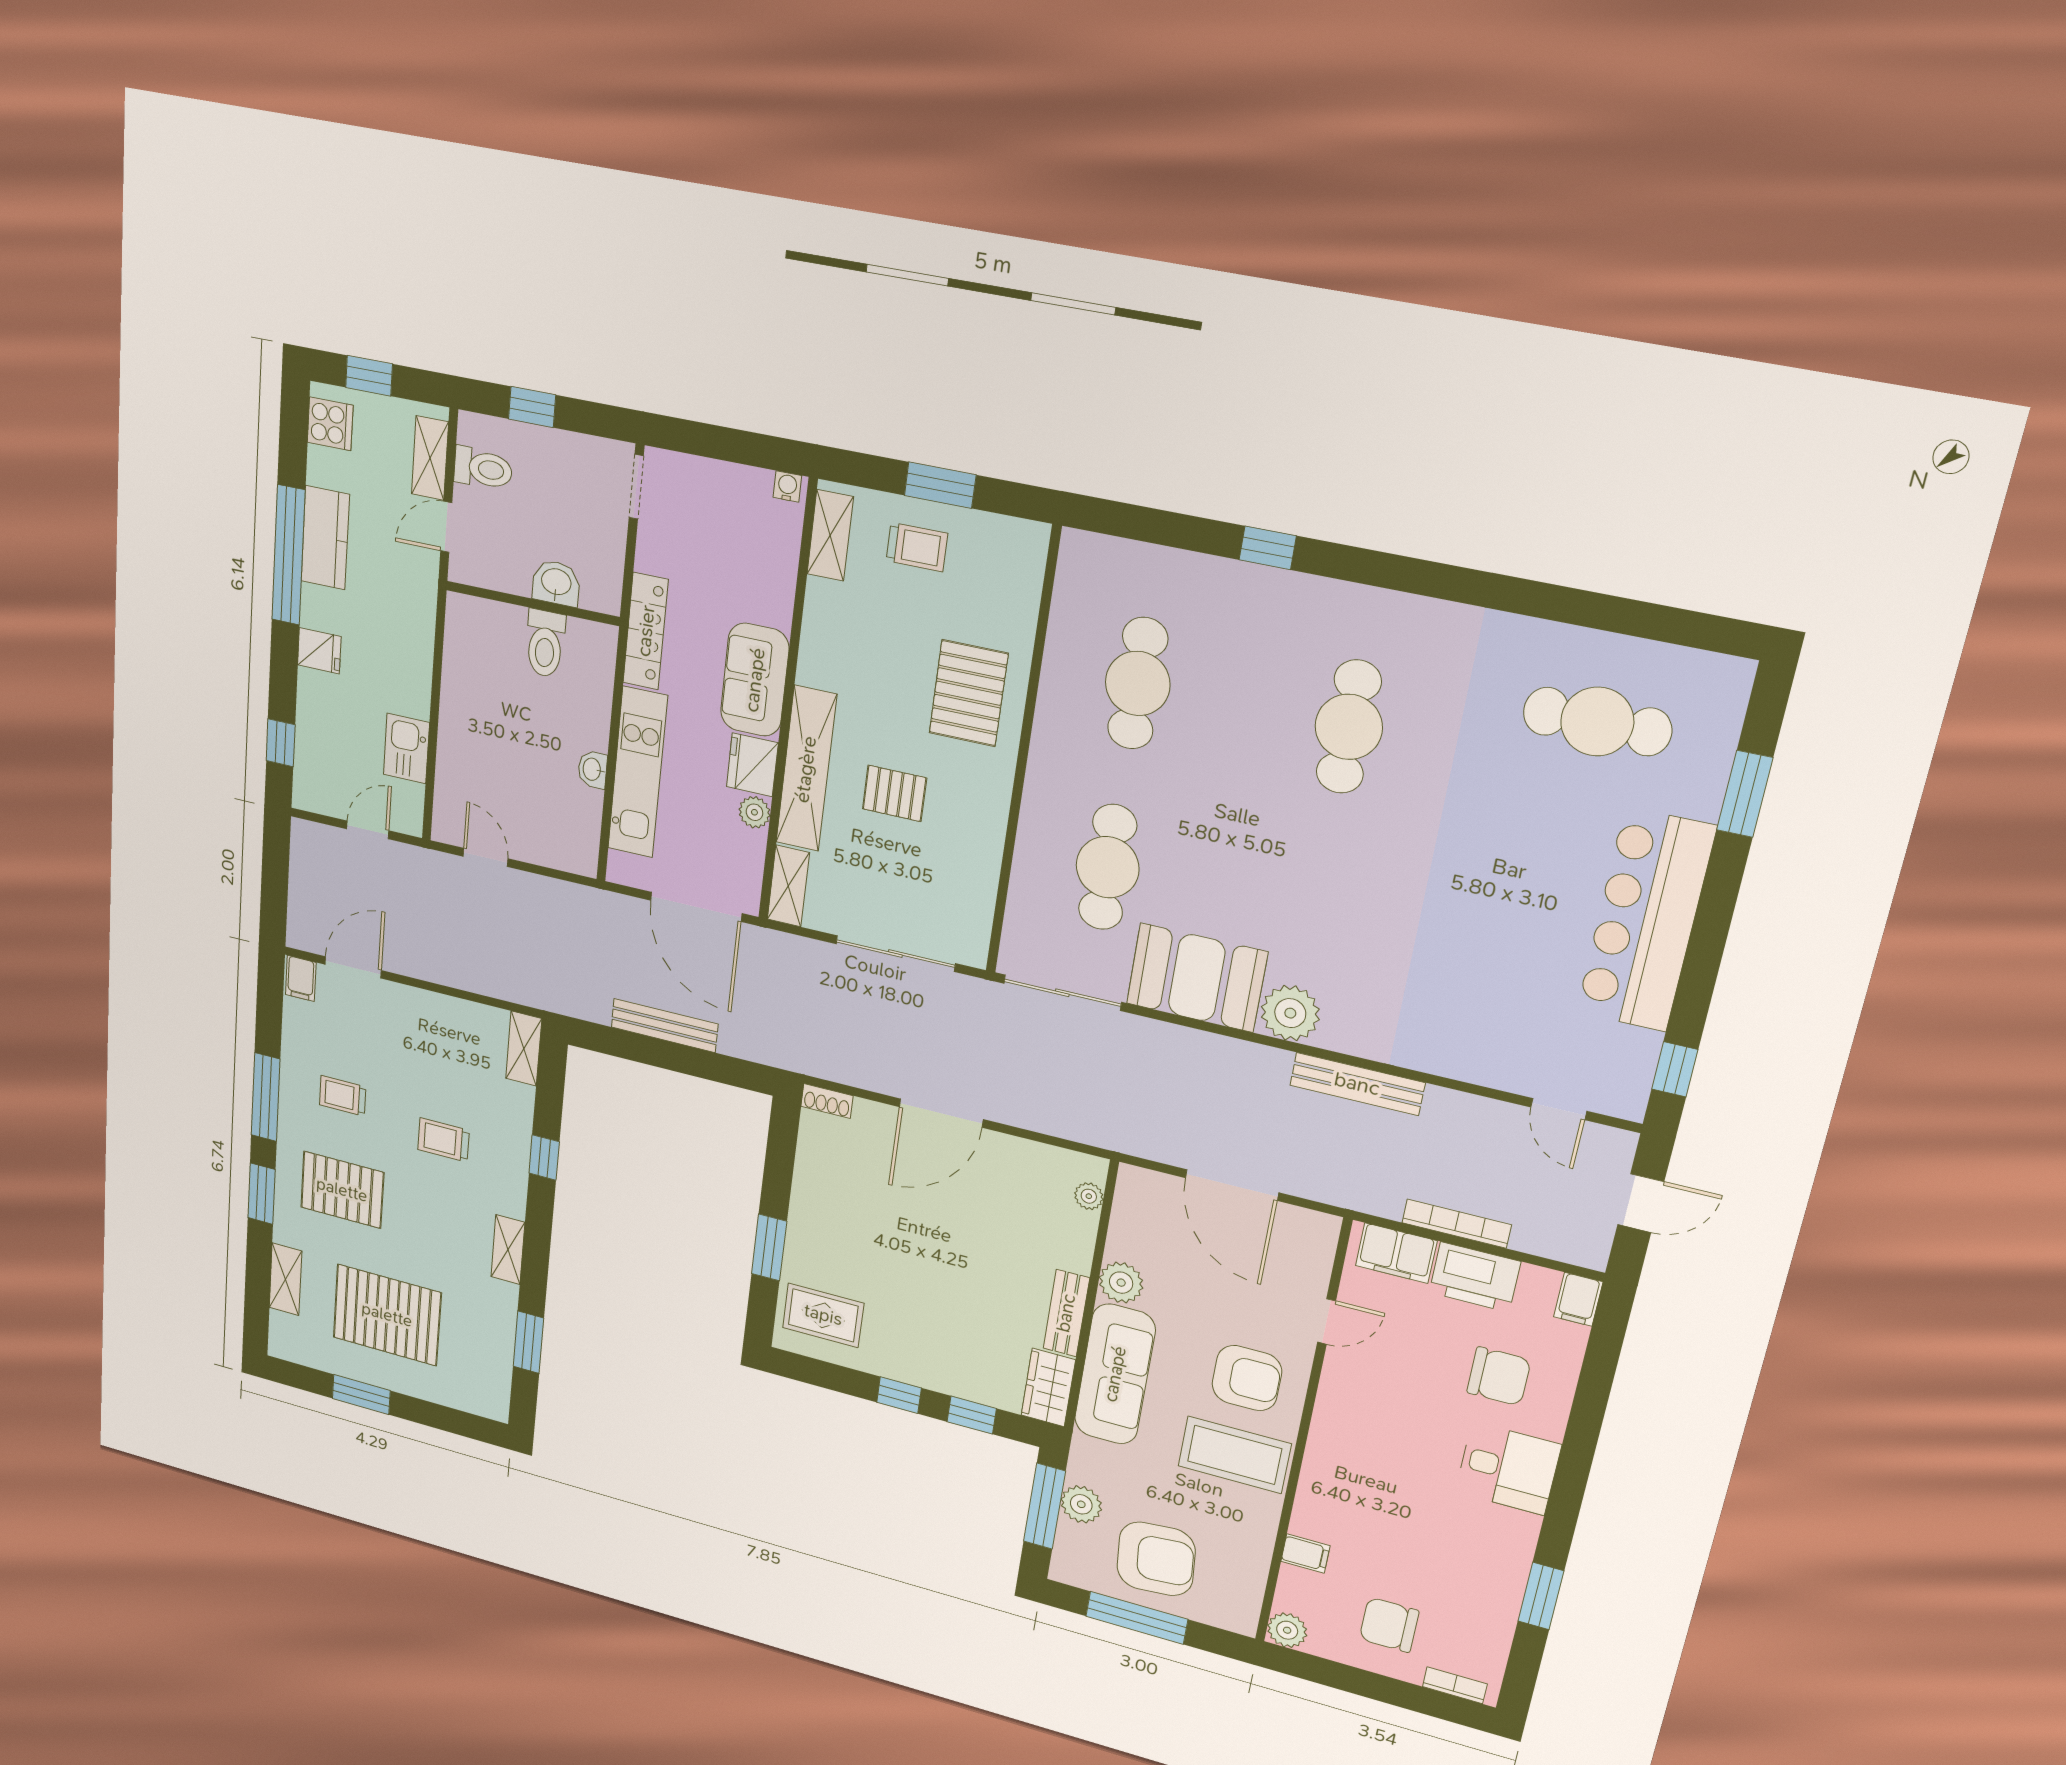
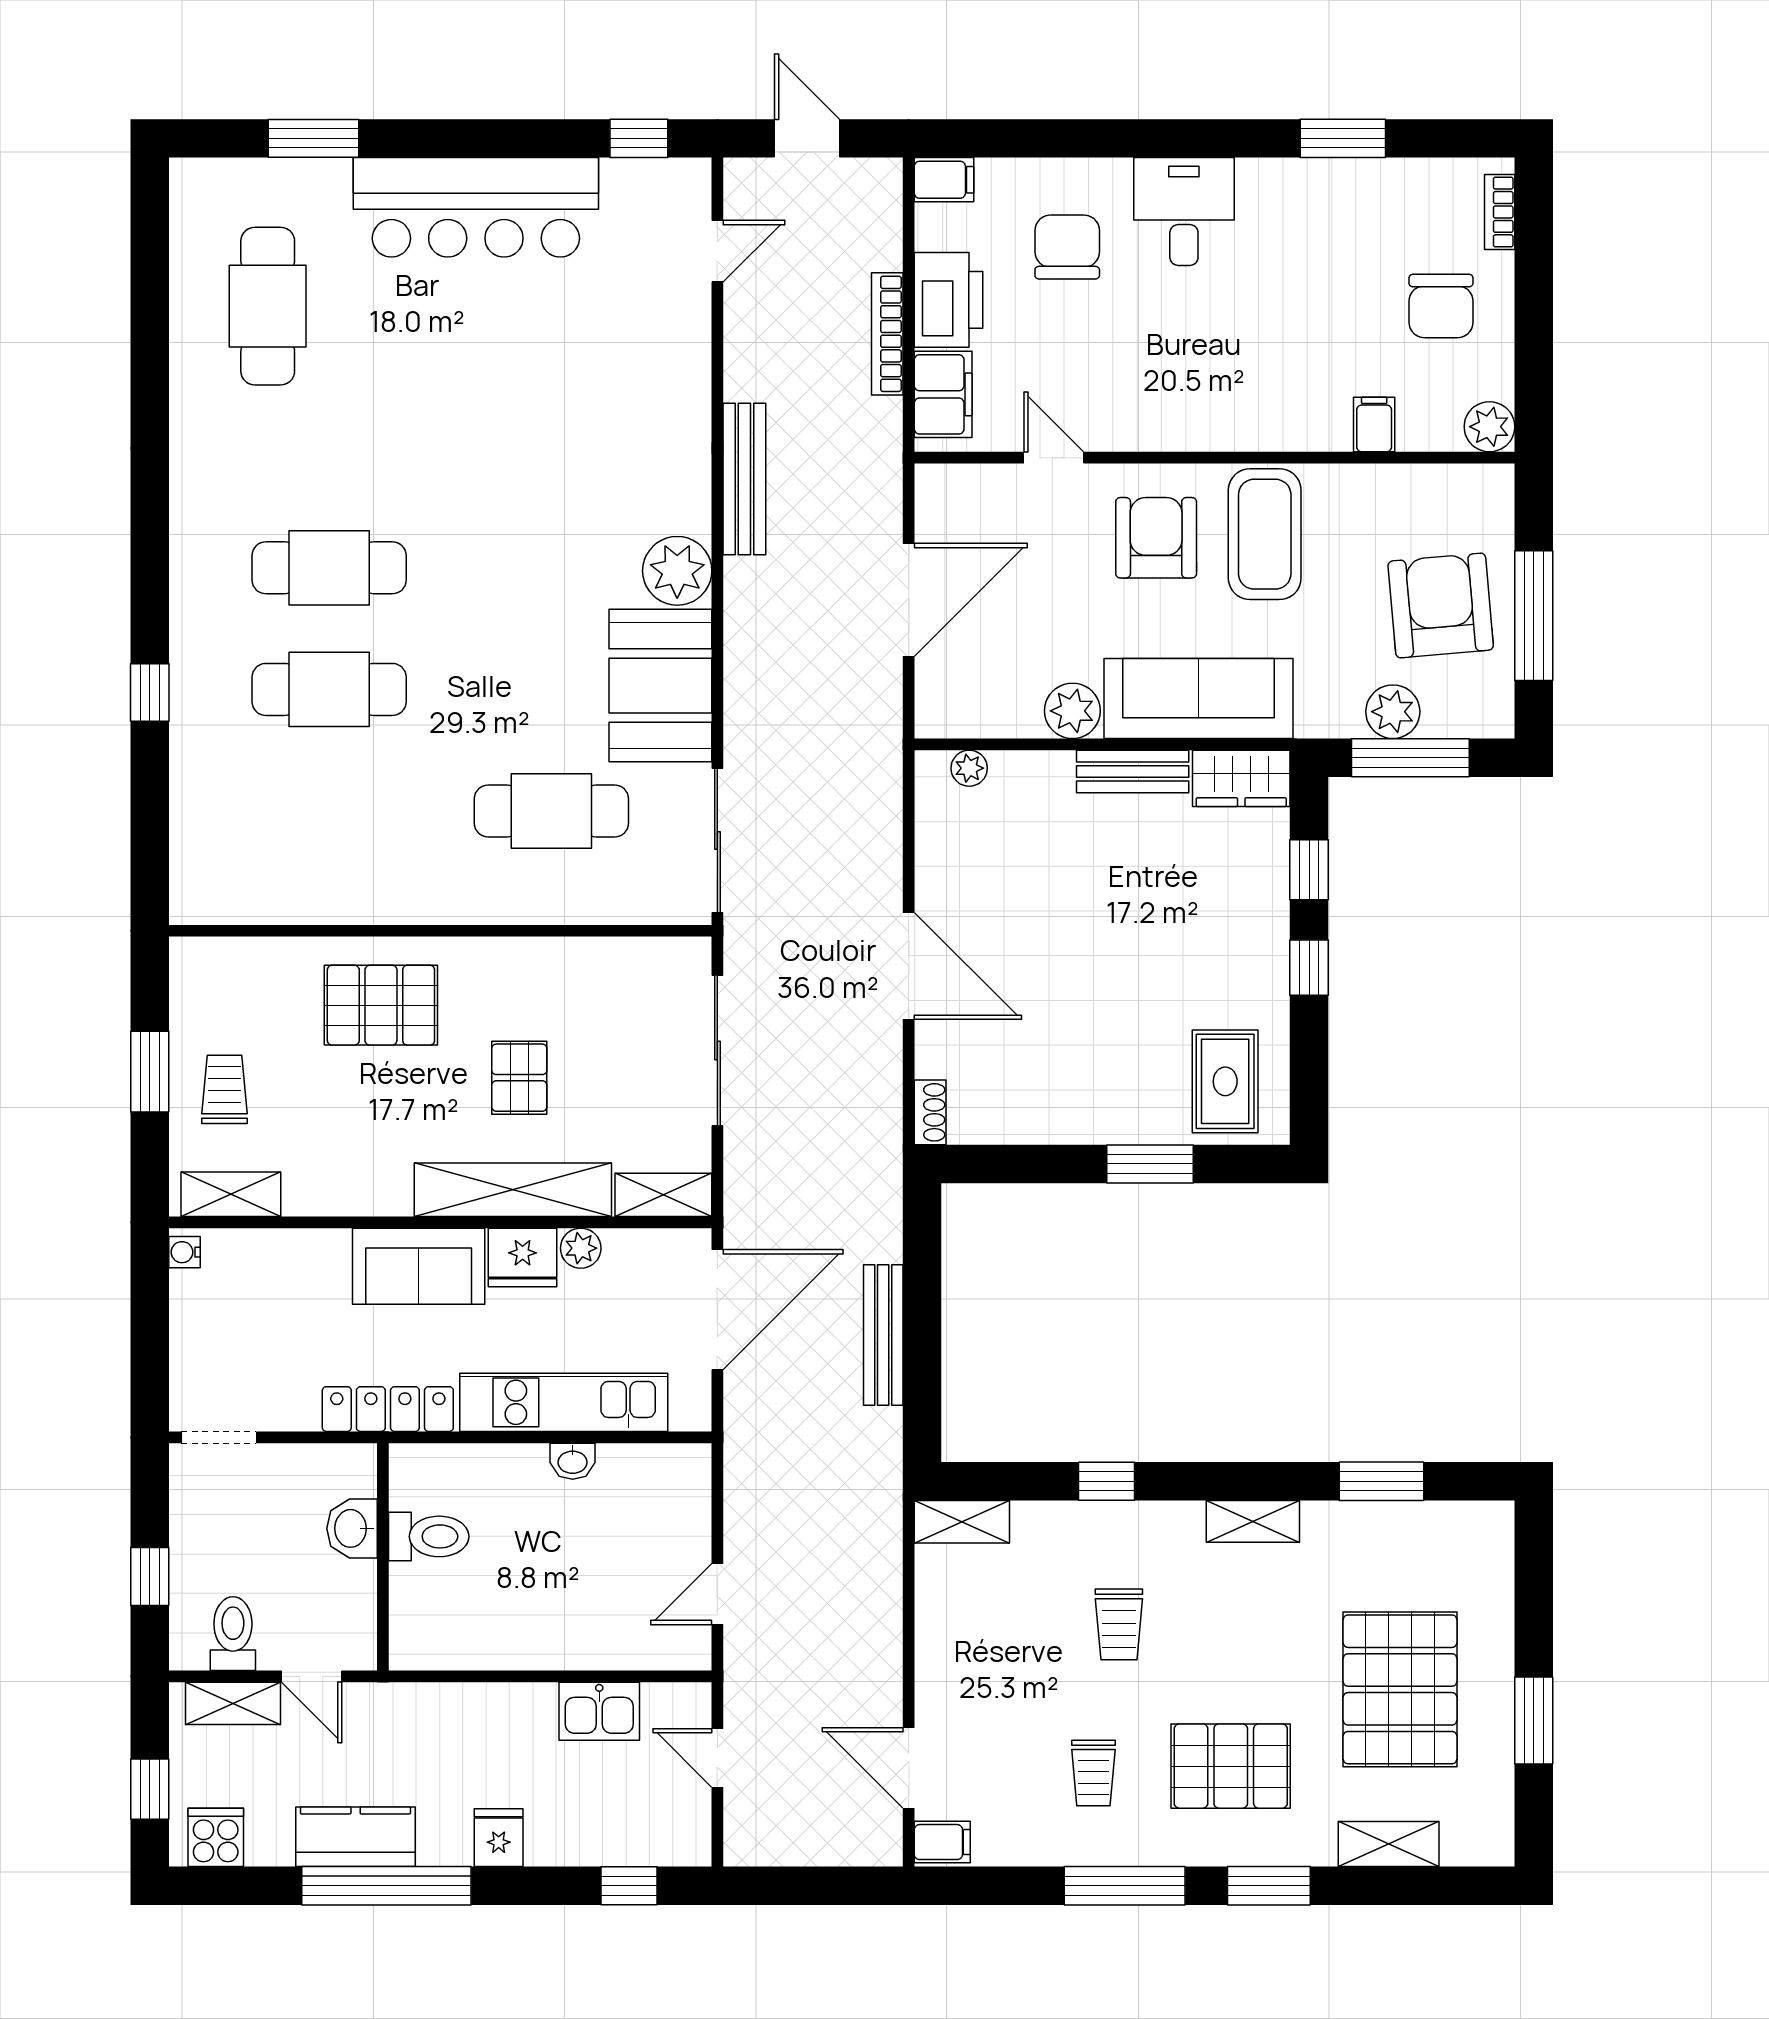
cafe table: (1138, 683) -> (329, 689), moved
pallet: (342, 1190) -> (1231, 1766), turned 90

